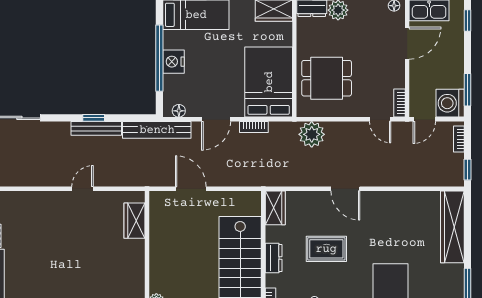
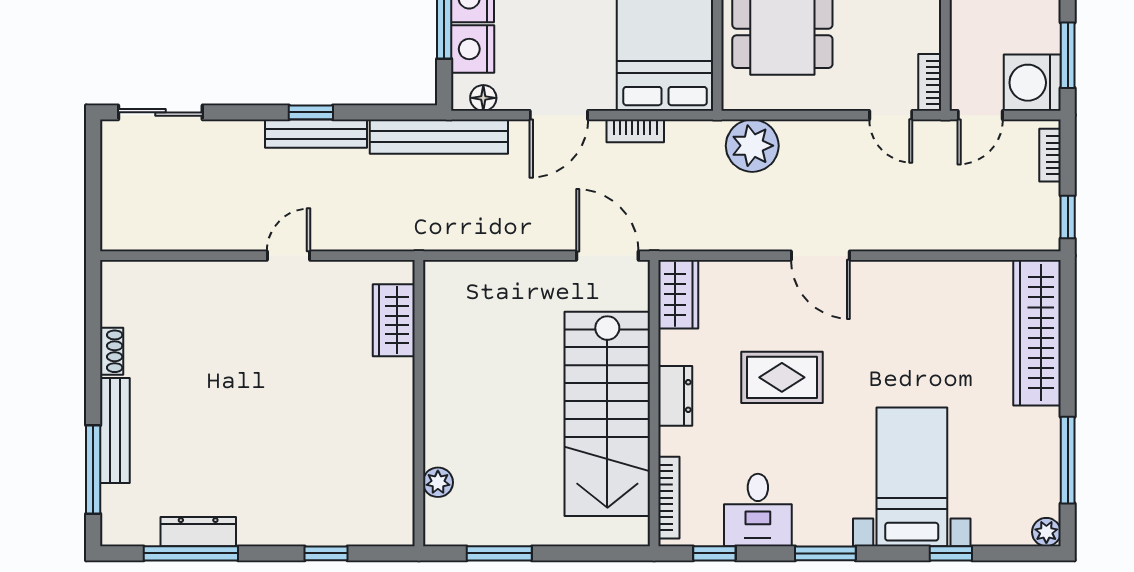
nightstand: (174, 87) -> (473, 49), added
door: (191, 189) -> (607, 256), moved

